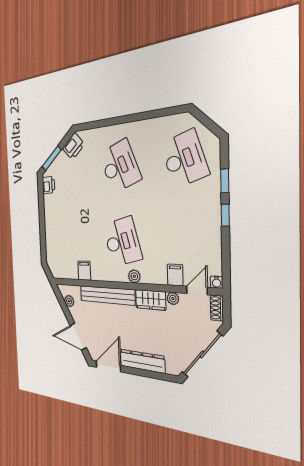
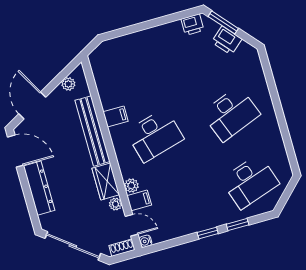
printer: (73, 146) -> (227, 41), moved
filing cabinet: (84, 271) -> (116, 116), moved
plant: (134, 276) -> (131, 186), moved

